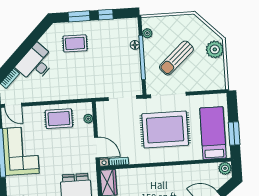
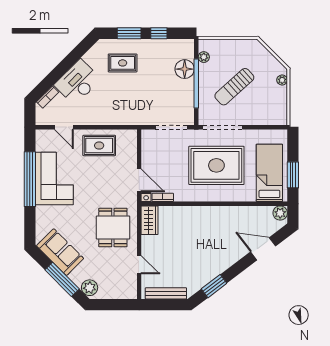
floor lamp: (135, 45) -> (185, 69), width x1.89, depth x1.89
plant: (215, 49) -> (282, 80), width x0.53, depth x0.53
door: (13, 105) -> (64, 127), moved
plant: (88, 119) -> (132, 148), removed

